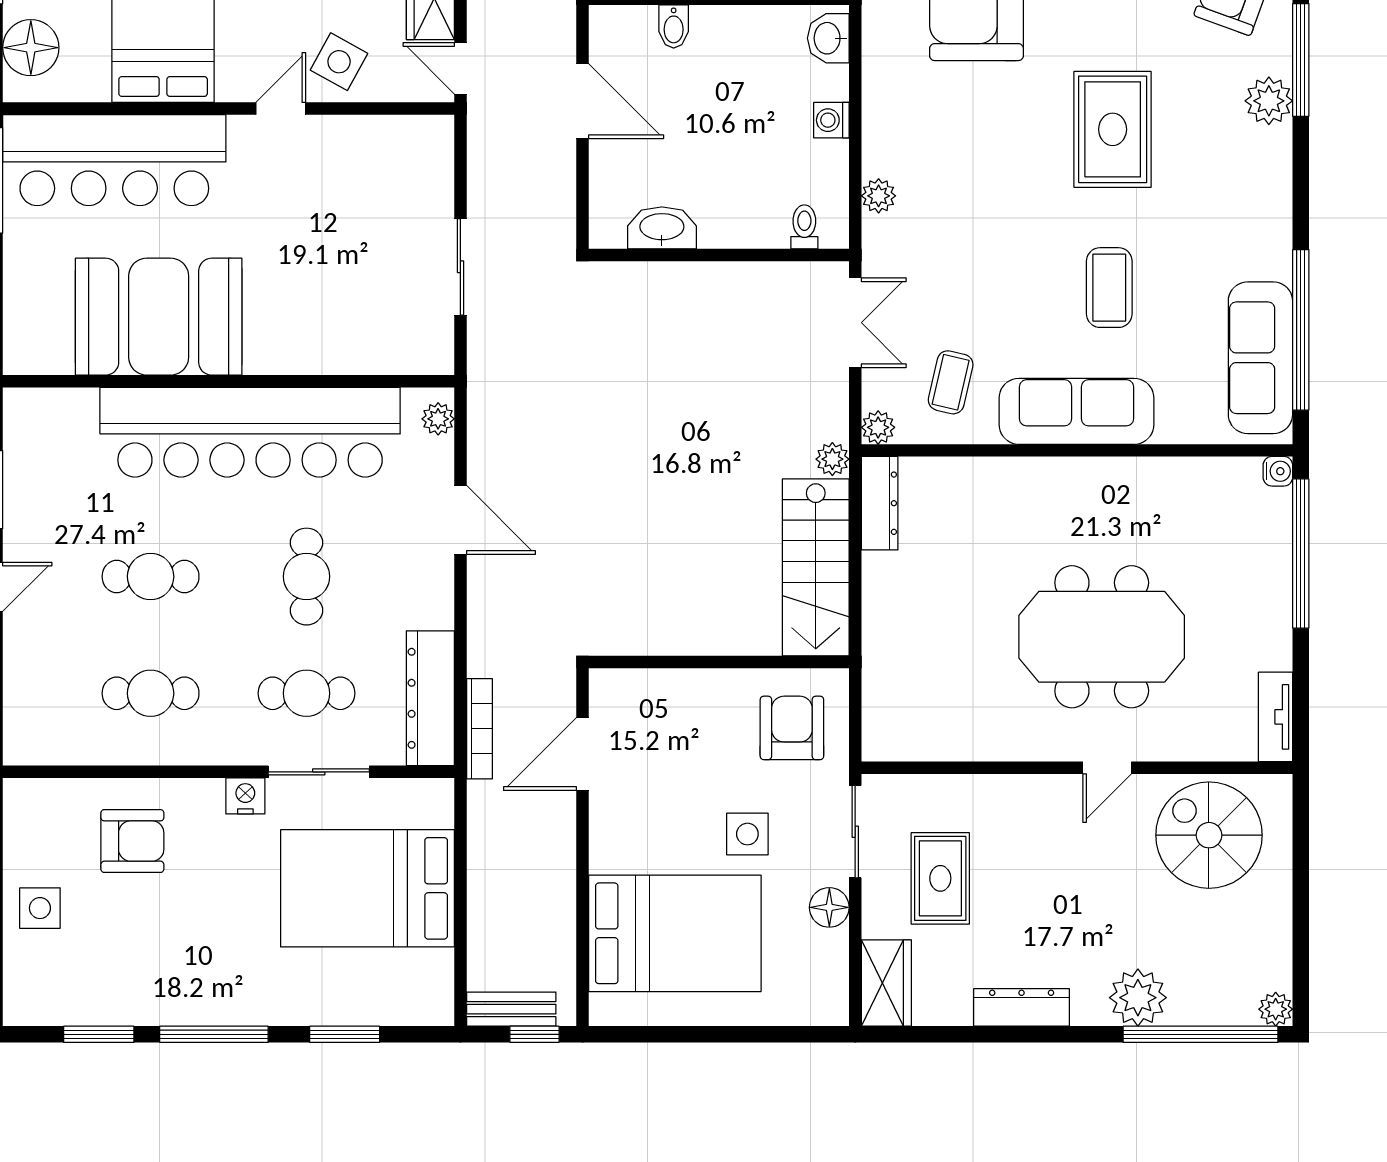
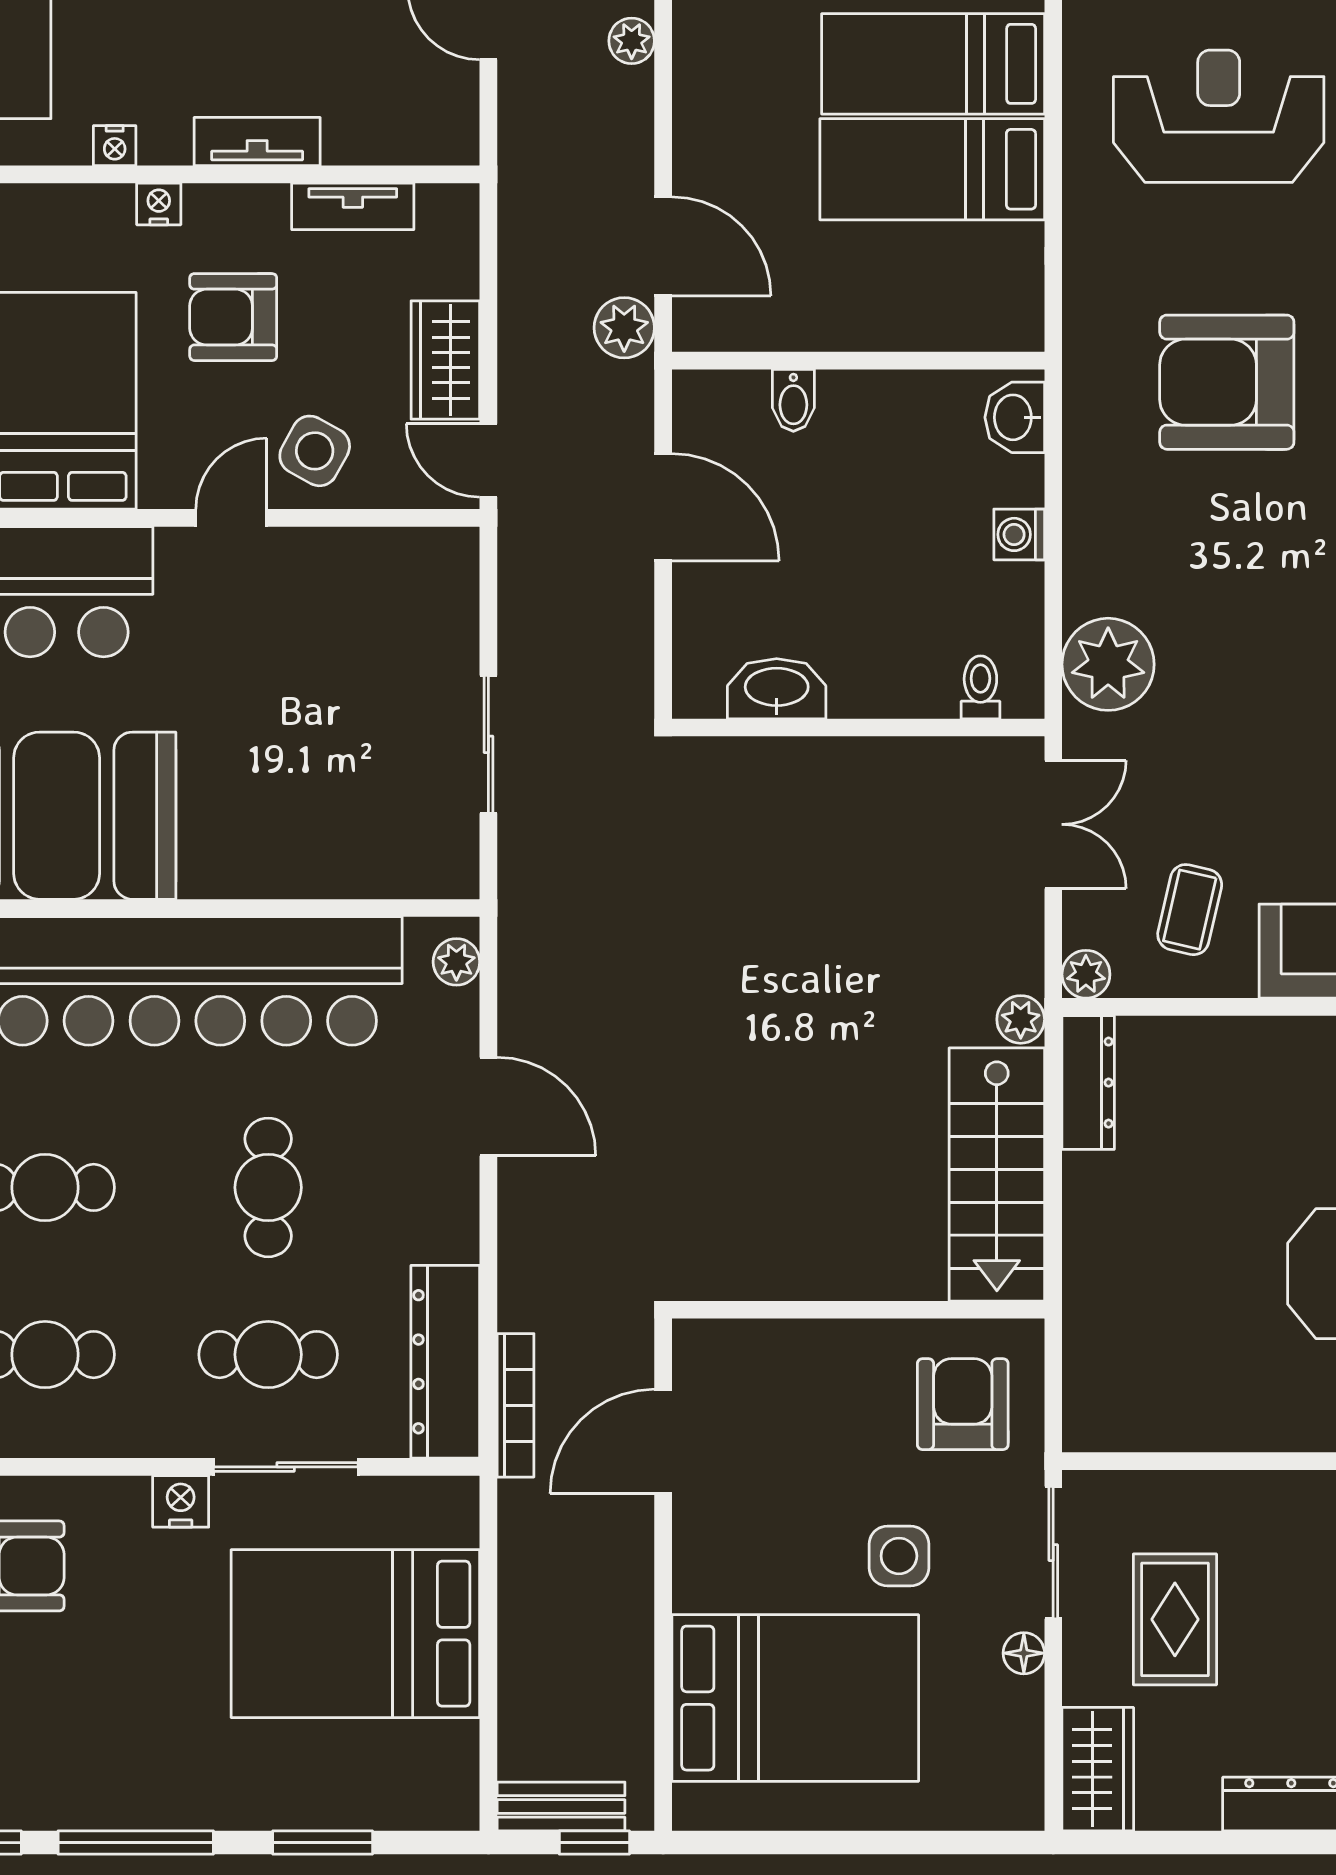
plant: (879, 196) -> (1108, 664), width x1.88, depth x1.88
floor lamp: (829, 907) -> (1024, 1653), width x0.73, depth x0.73

